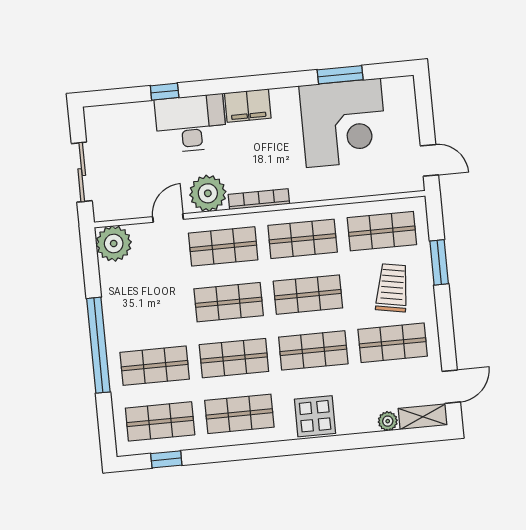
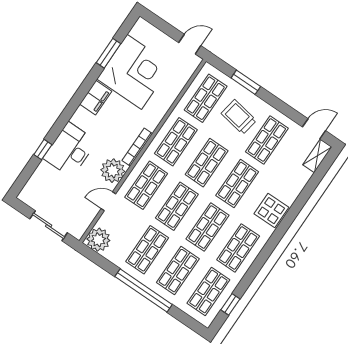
filing cabinet: (248, 106) -> (96, 98), moved
door: (168, 218) -> (108, 201), hinge flipped
shop shelf: (149, 310) -> (147, 250), added
door: (451, 387) -> (314, 129), hinge flipped
plant: (388, 421) -> (305, 176), removed

